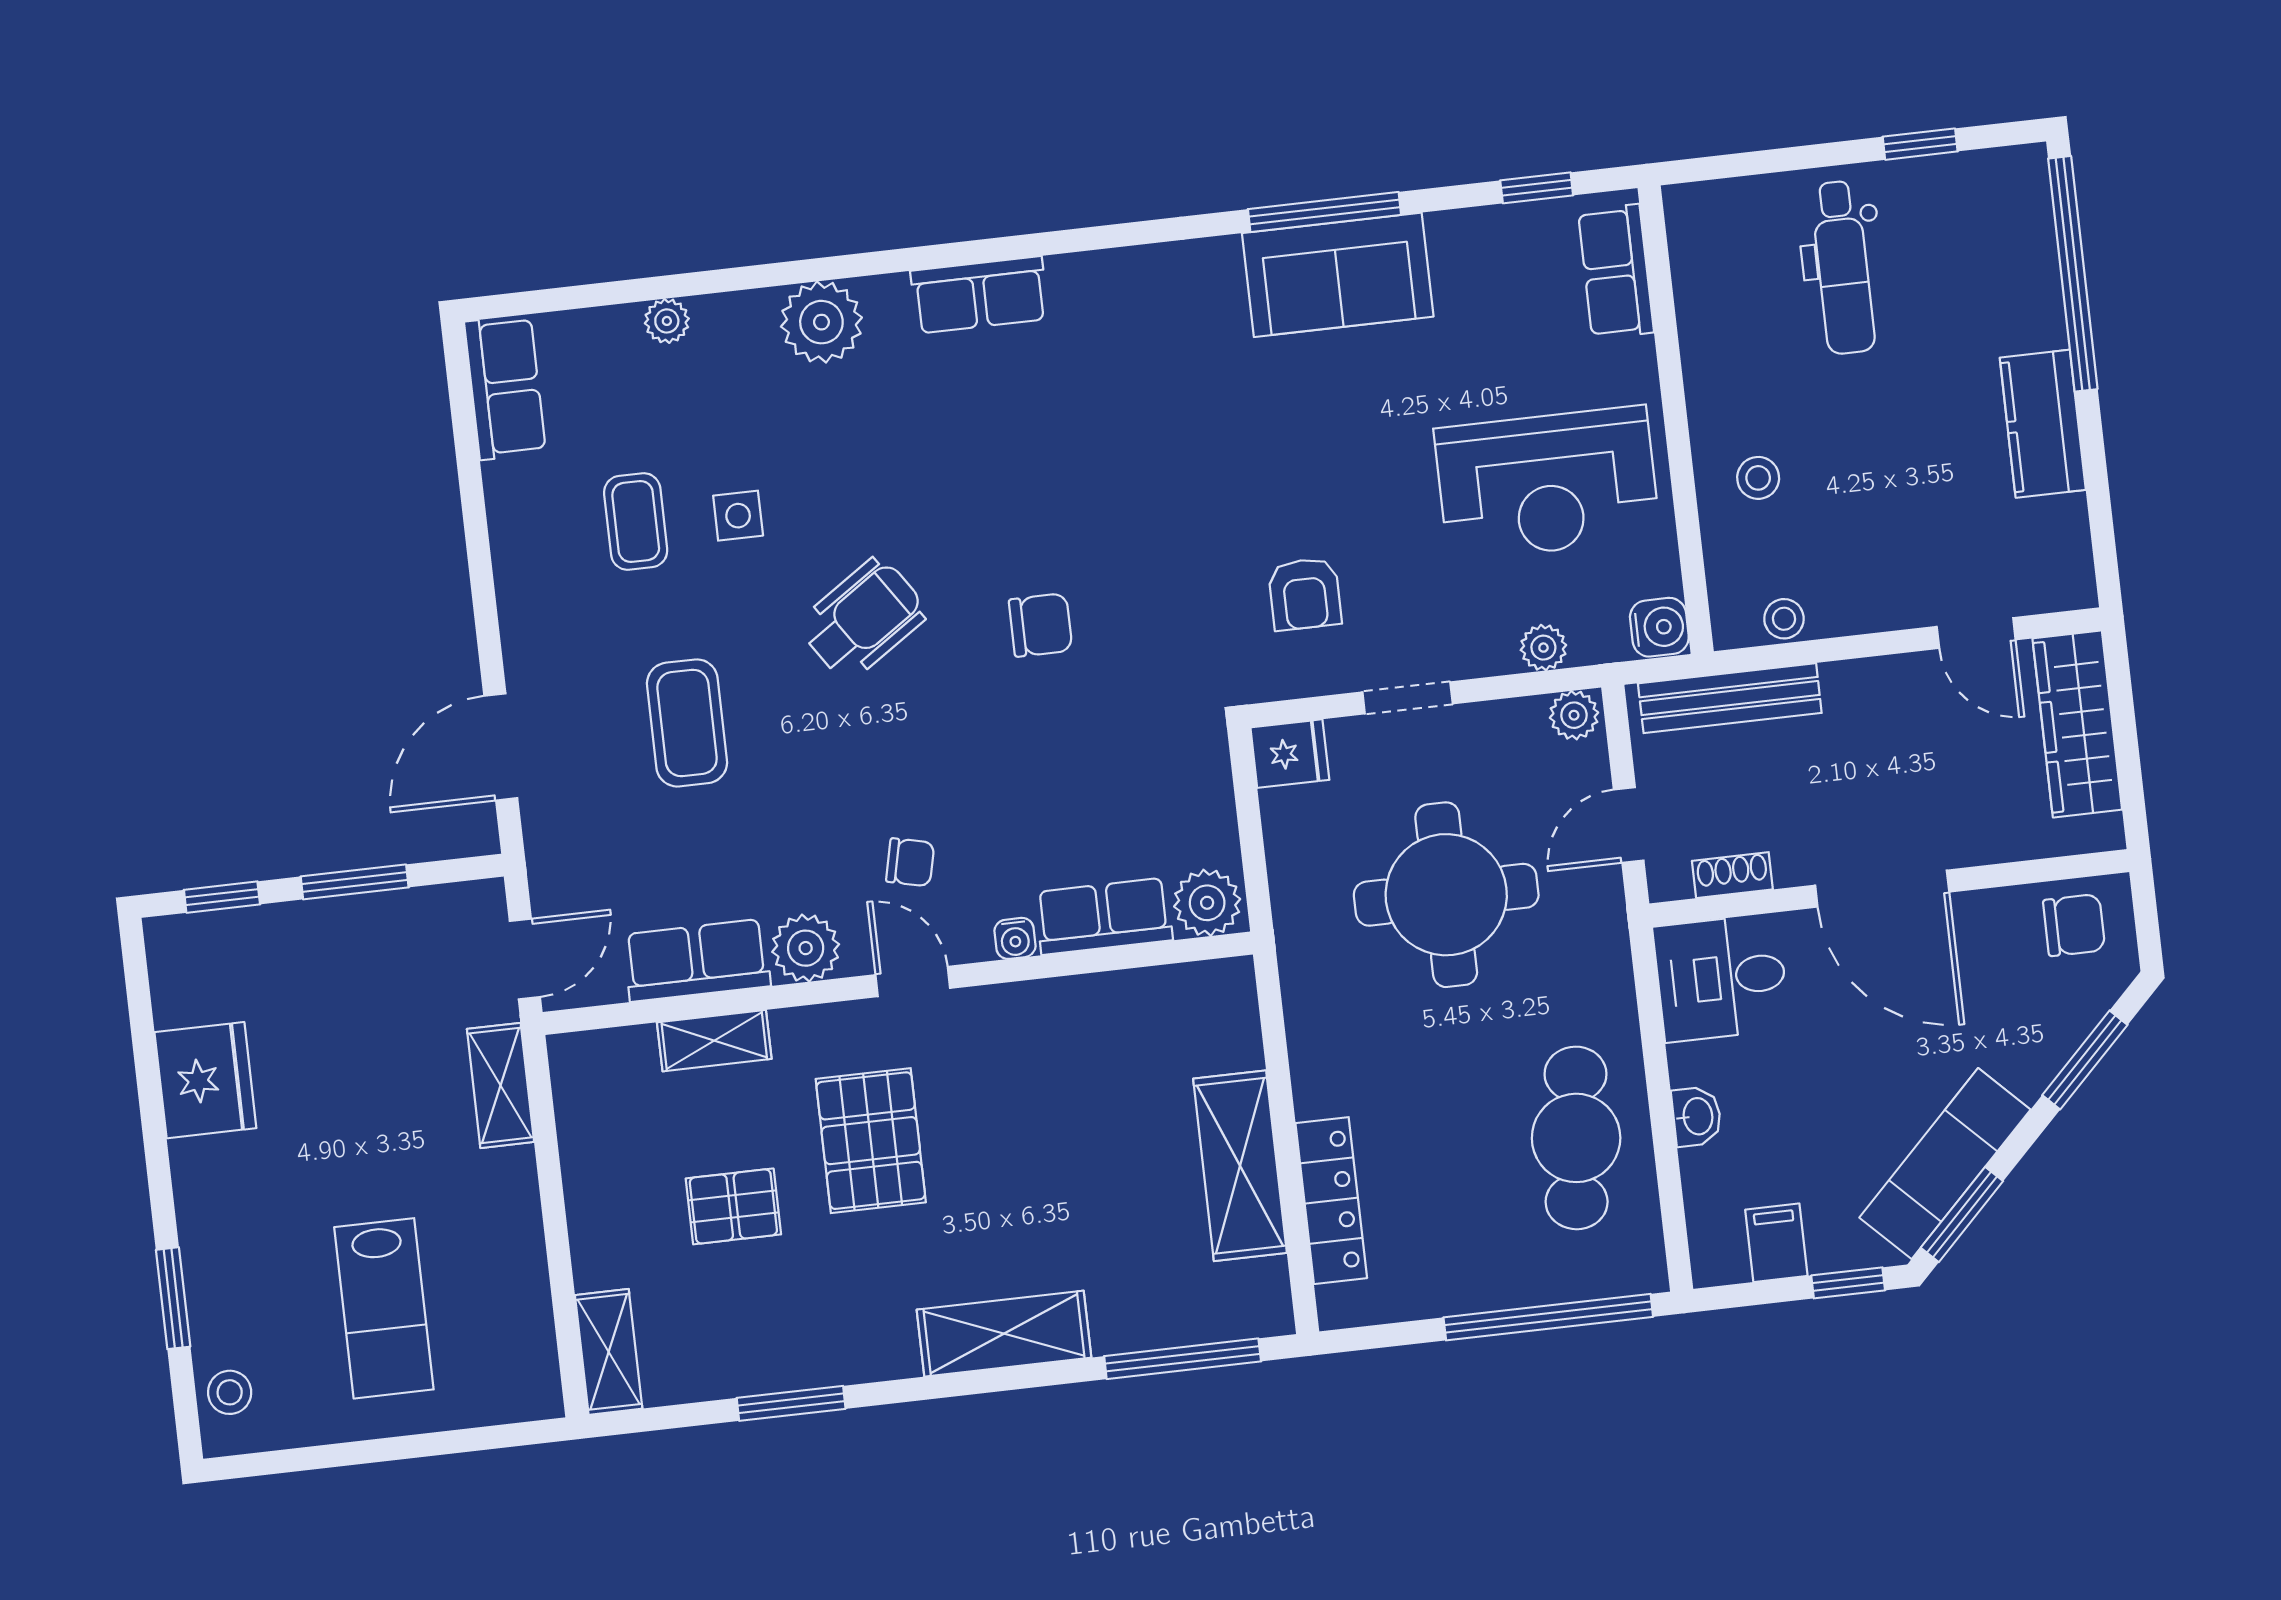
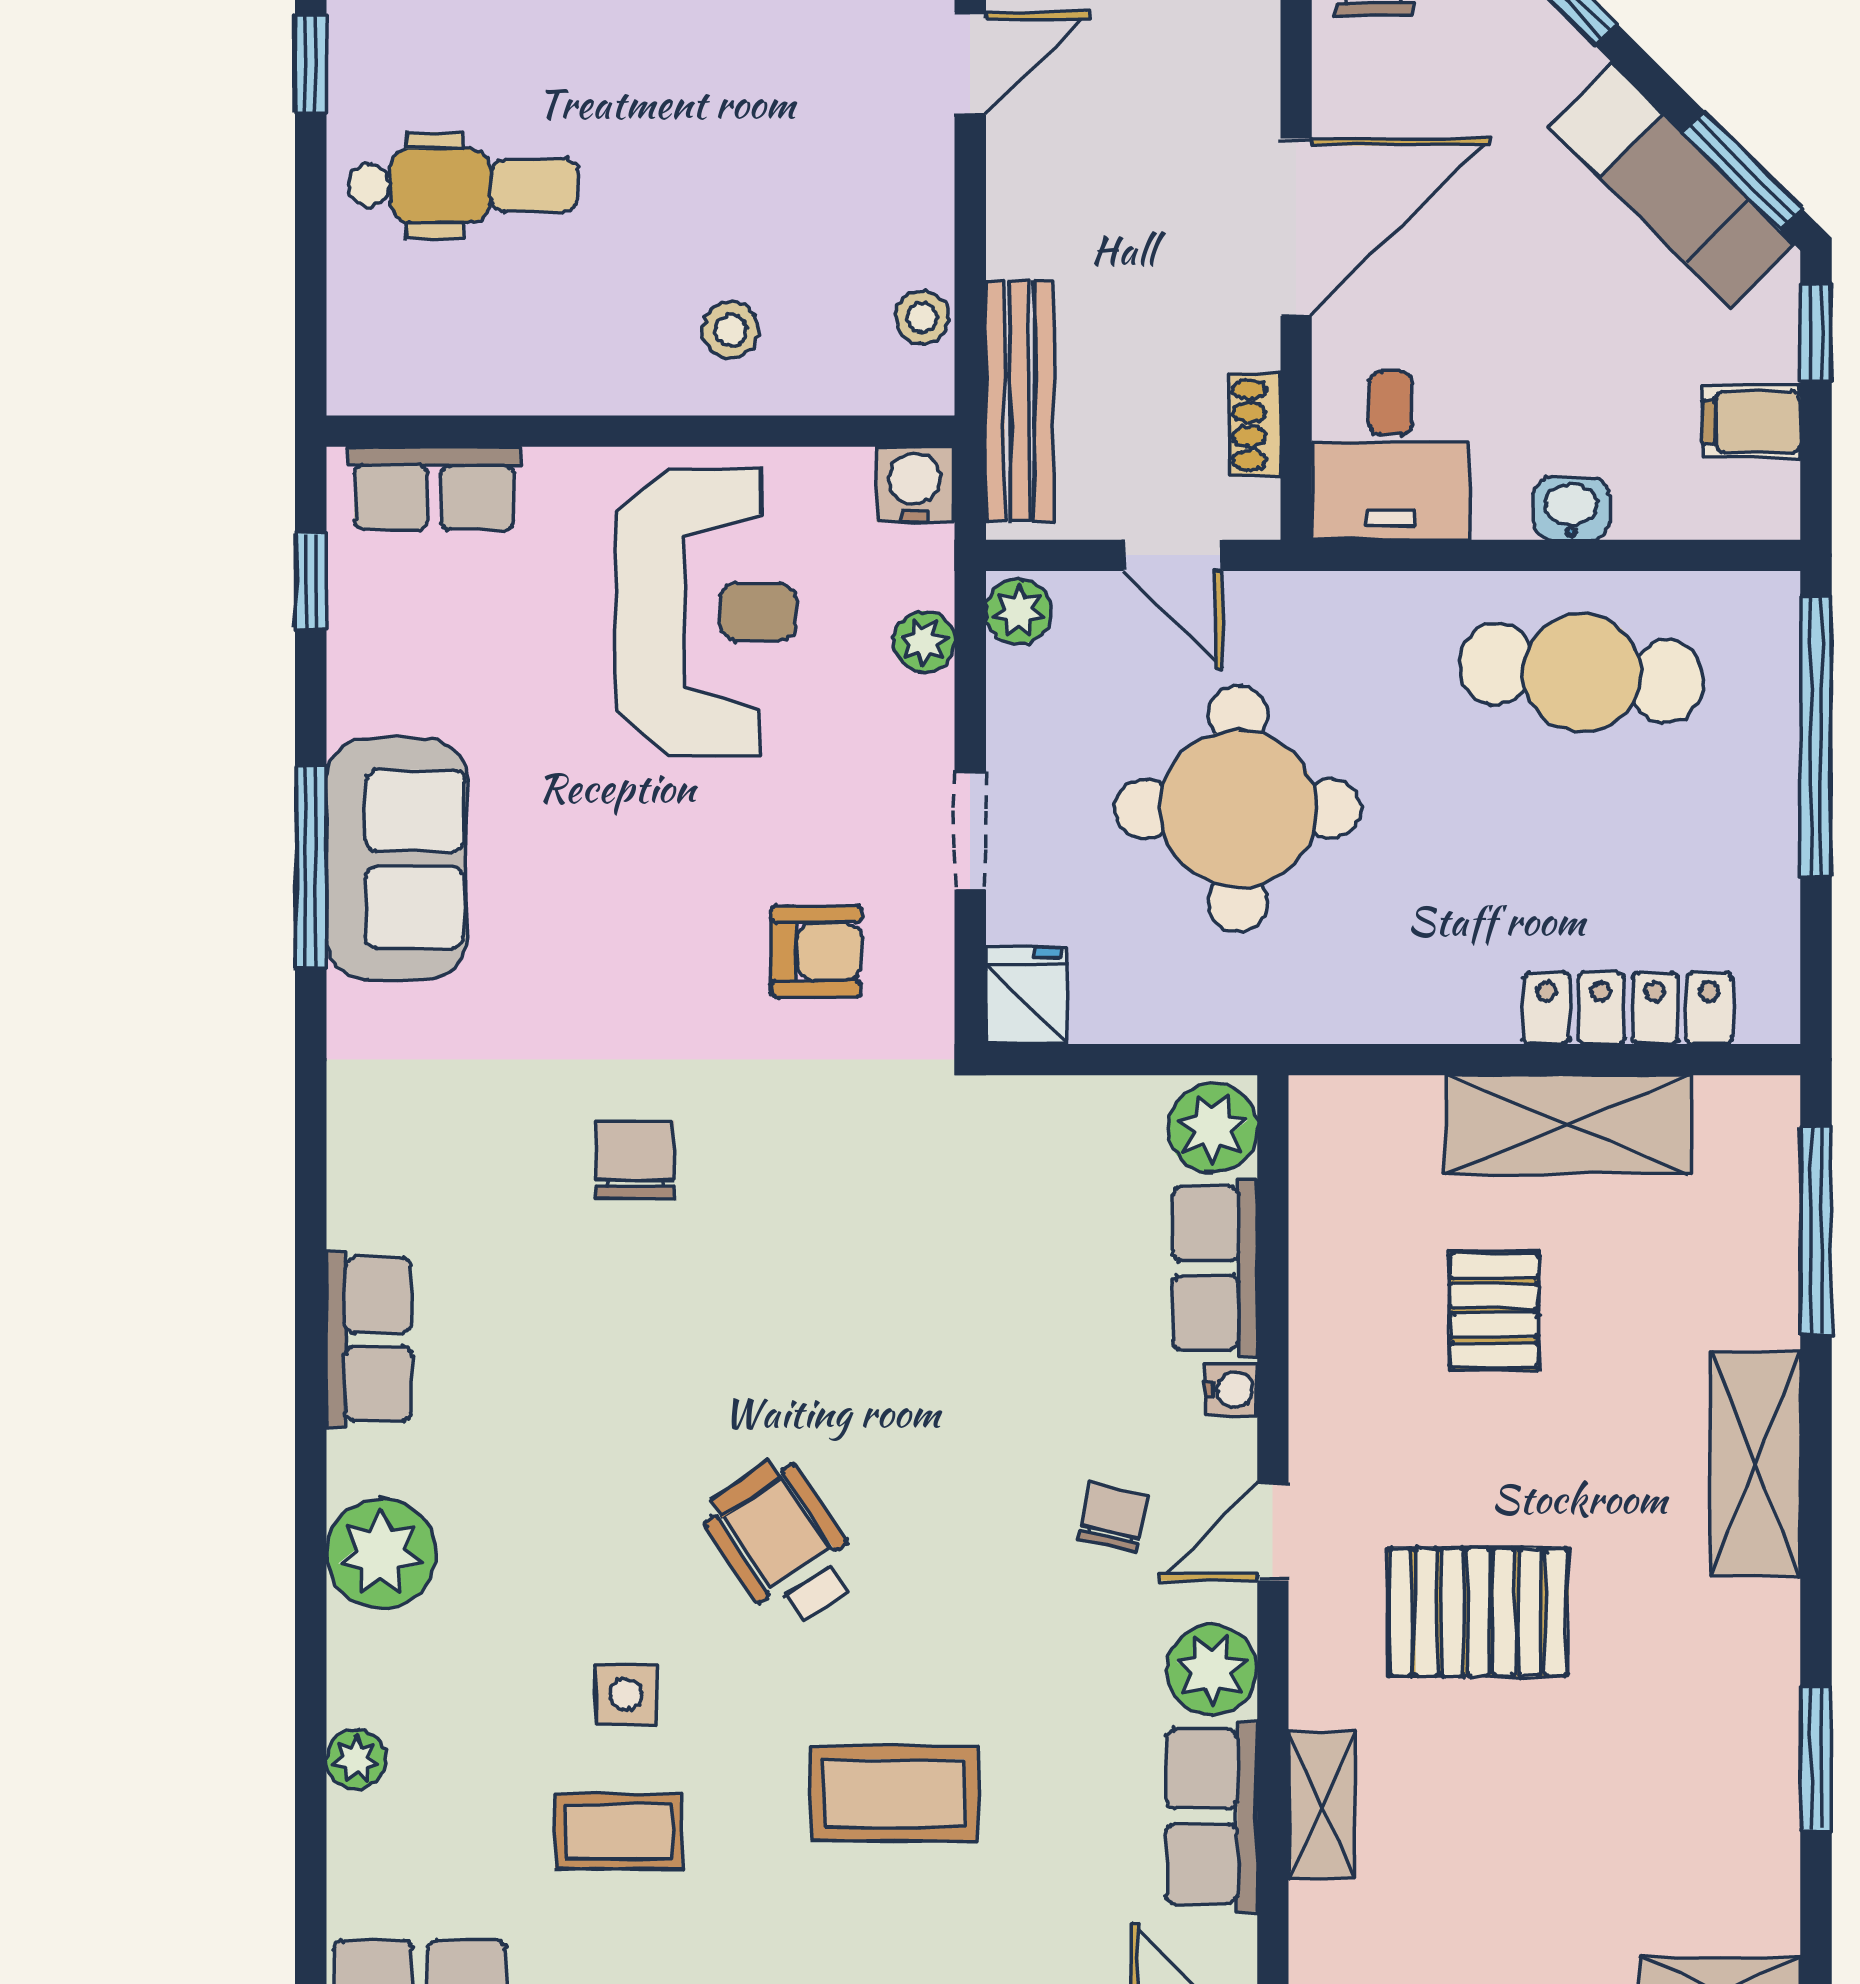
chair: (1041, 625) -> (635, 1160), moved
pallet: (733, 1206) -> (1494, 1311), moved

